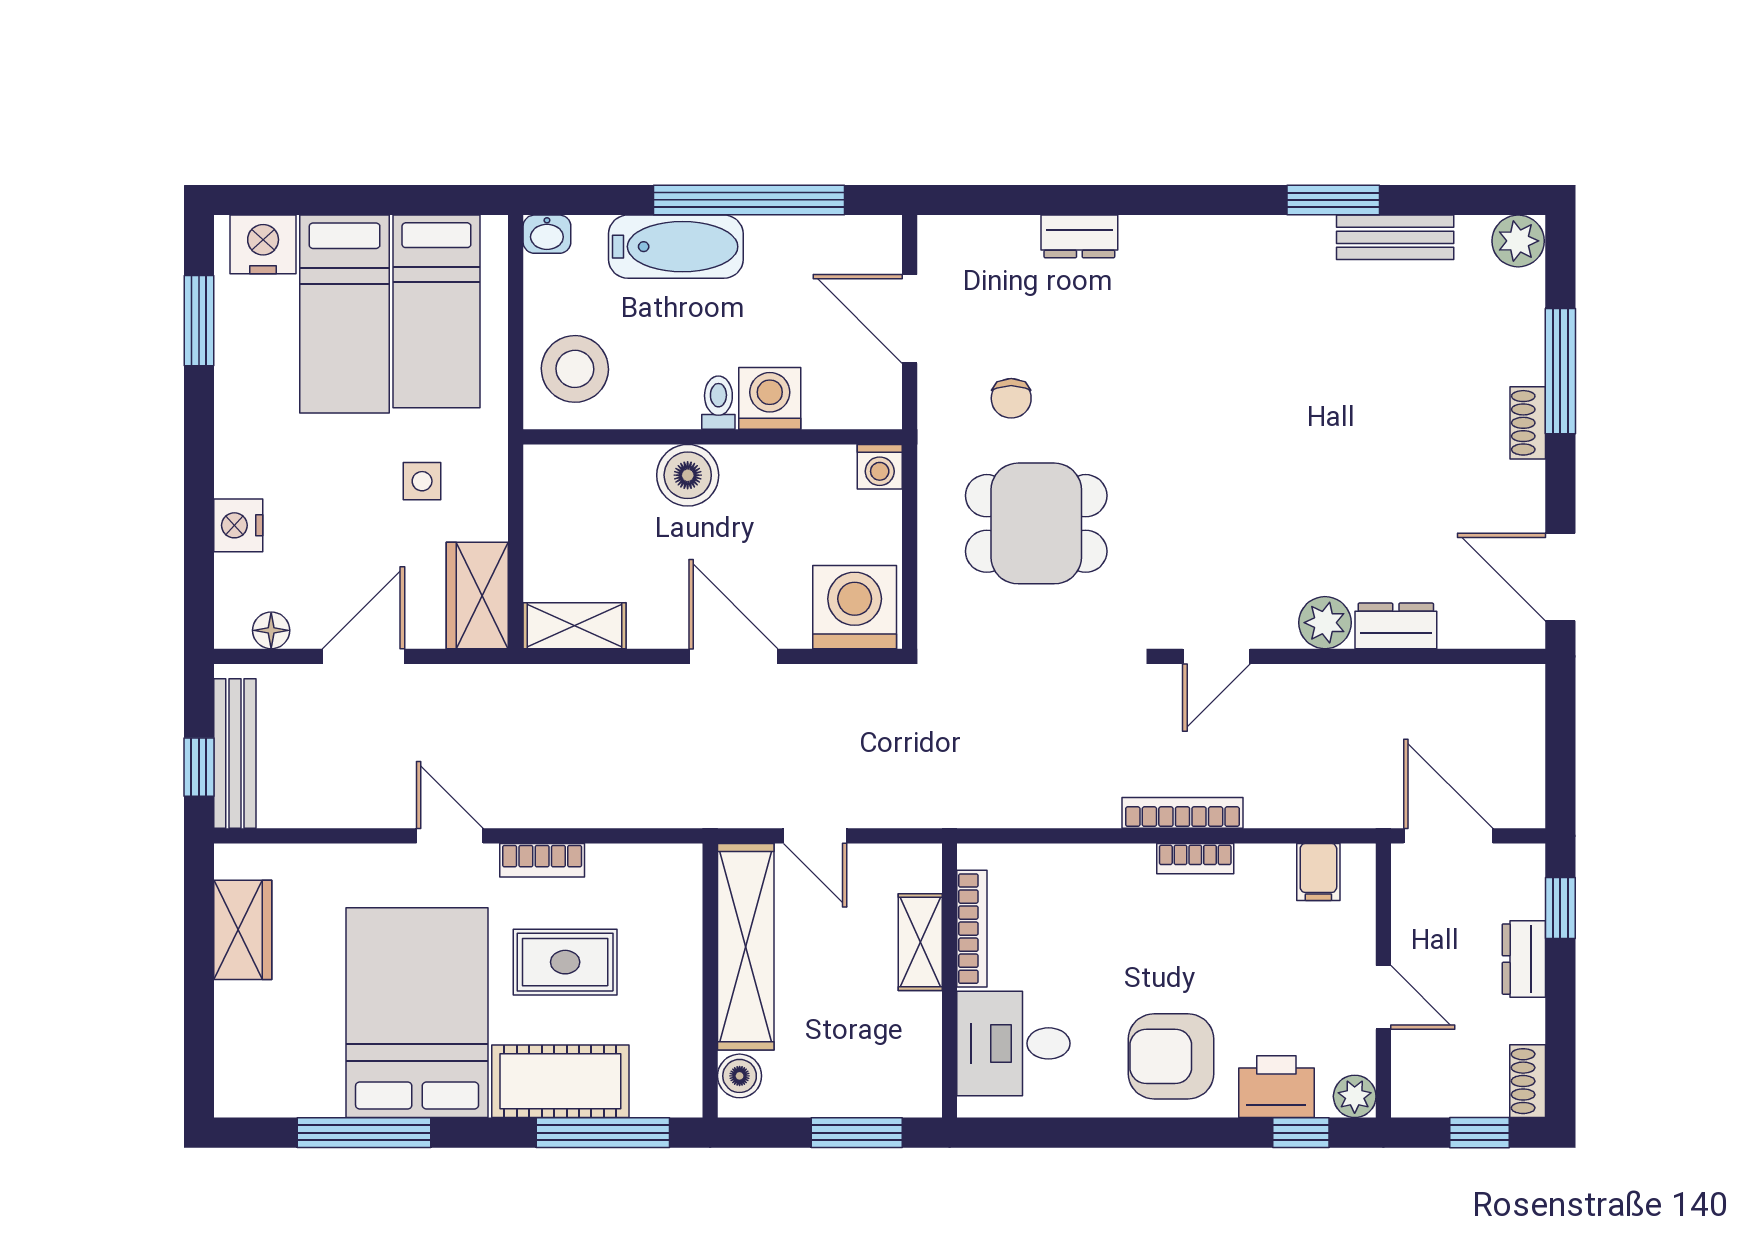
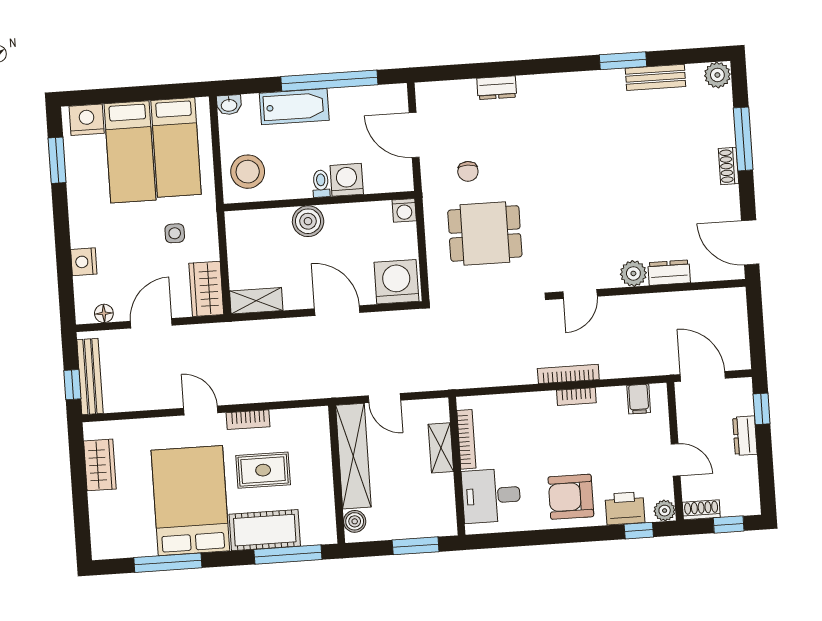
shoe rack: (1528, 1081) -> (701, 510), moved, turned 90

